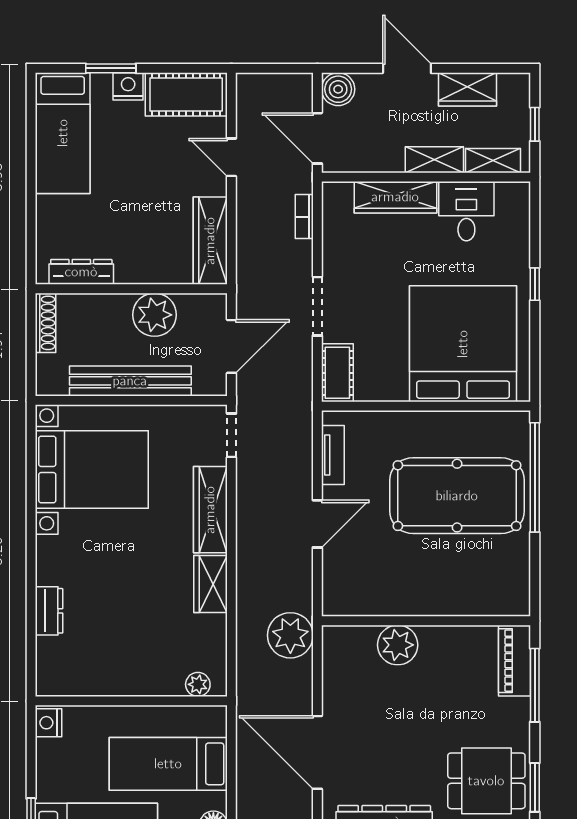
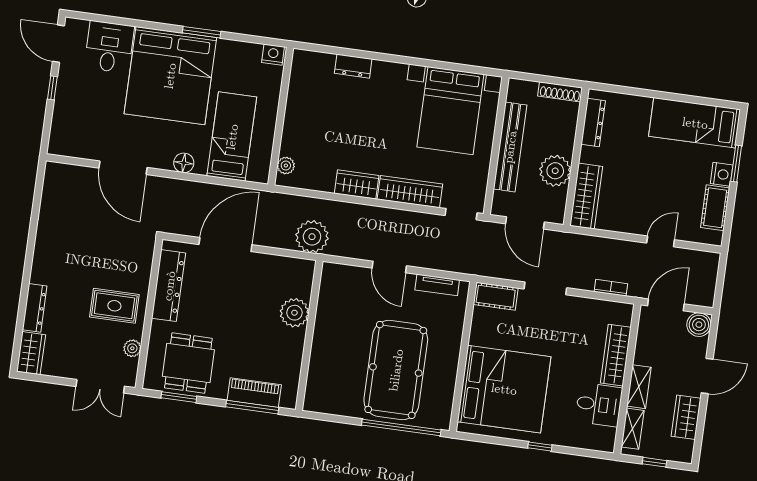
cot: (186, 94) -> (715, 208), width x0.73, depth x0.75
wardrobe: (210, 241) -> (586, 196), moved, turned 90
piano: (515, 661) -> (254, 393), moved

